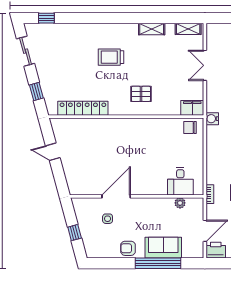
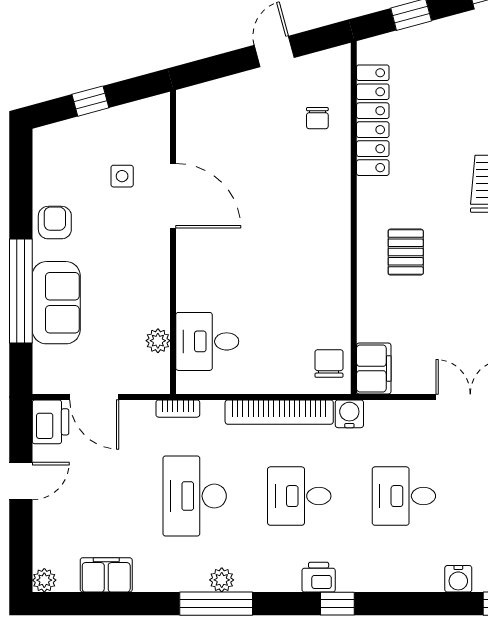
chair: (82, 133) -> (317, 118), added
bookcase: (211, 150) -> (279, 412), added

